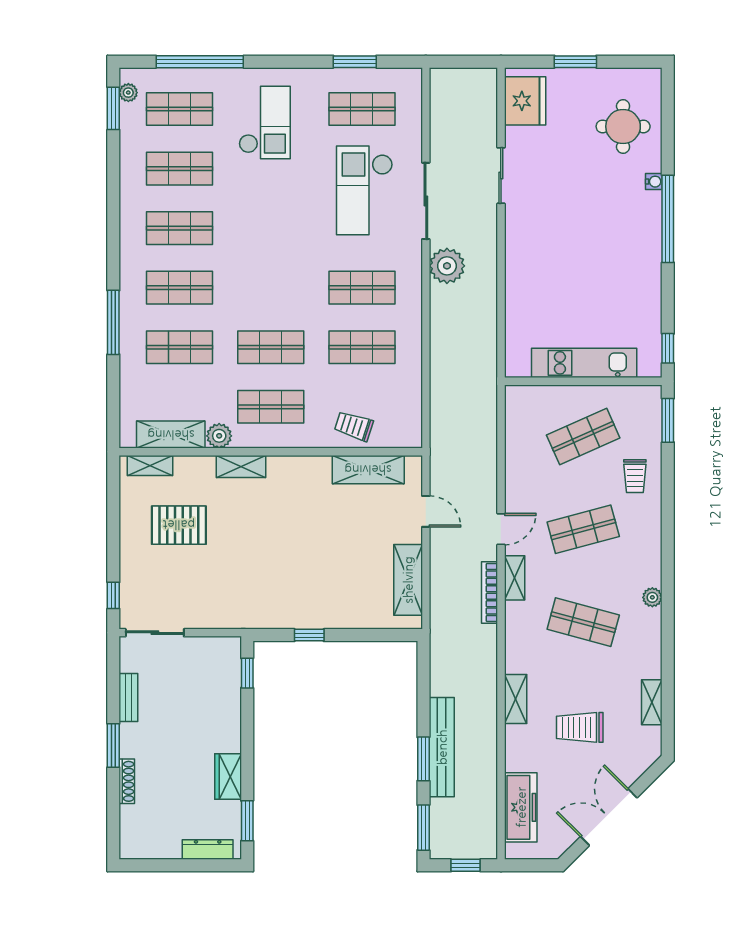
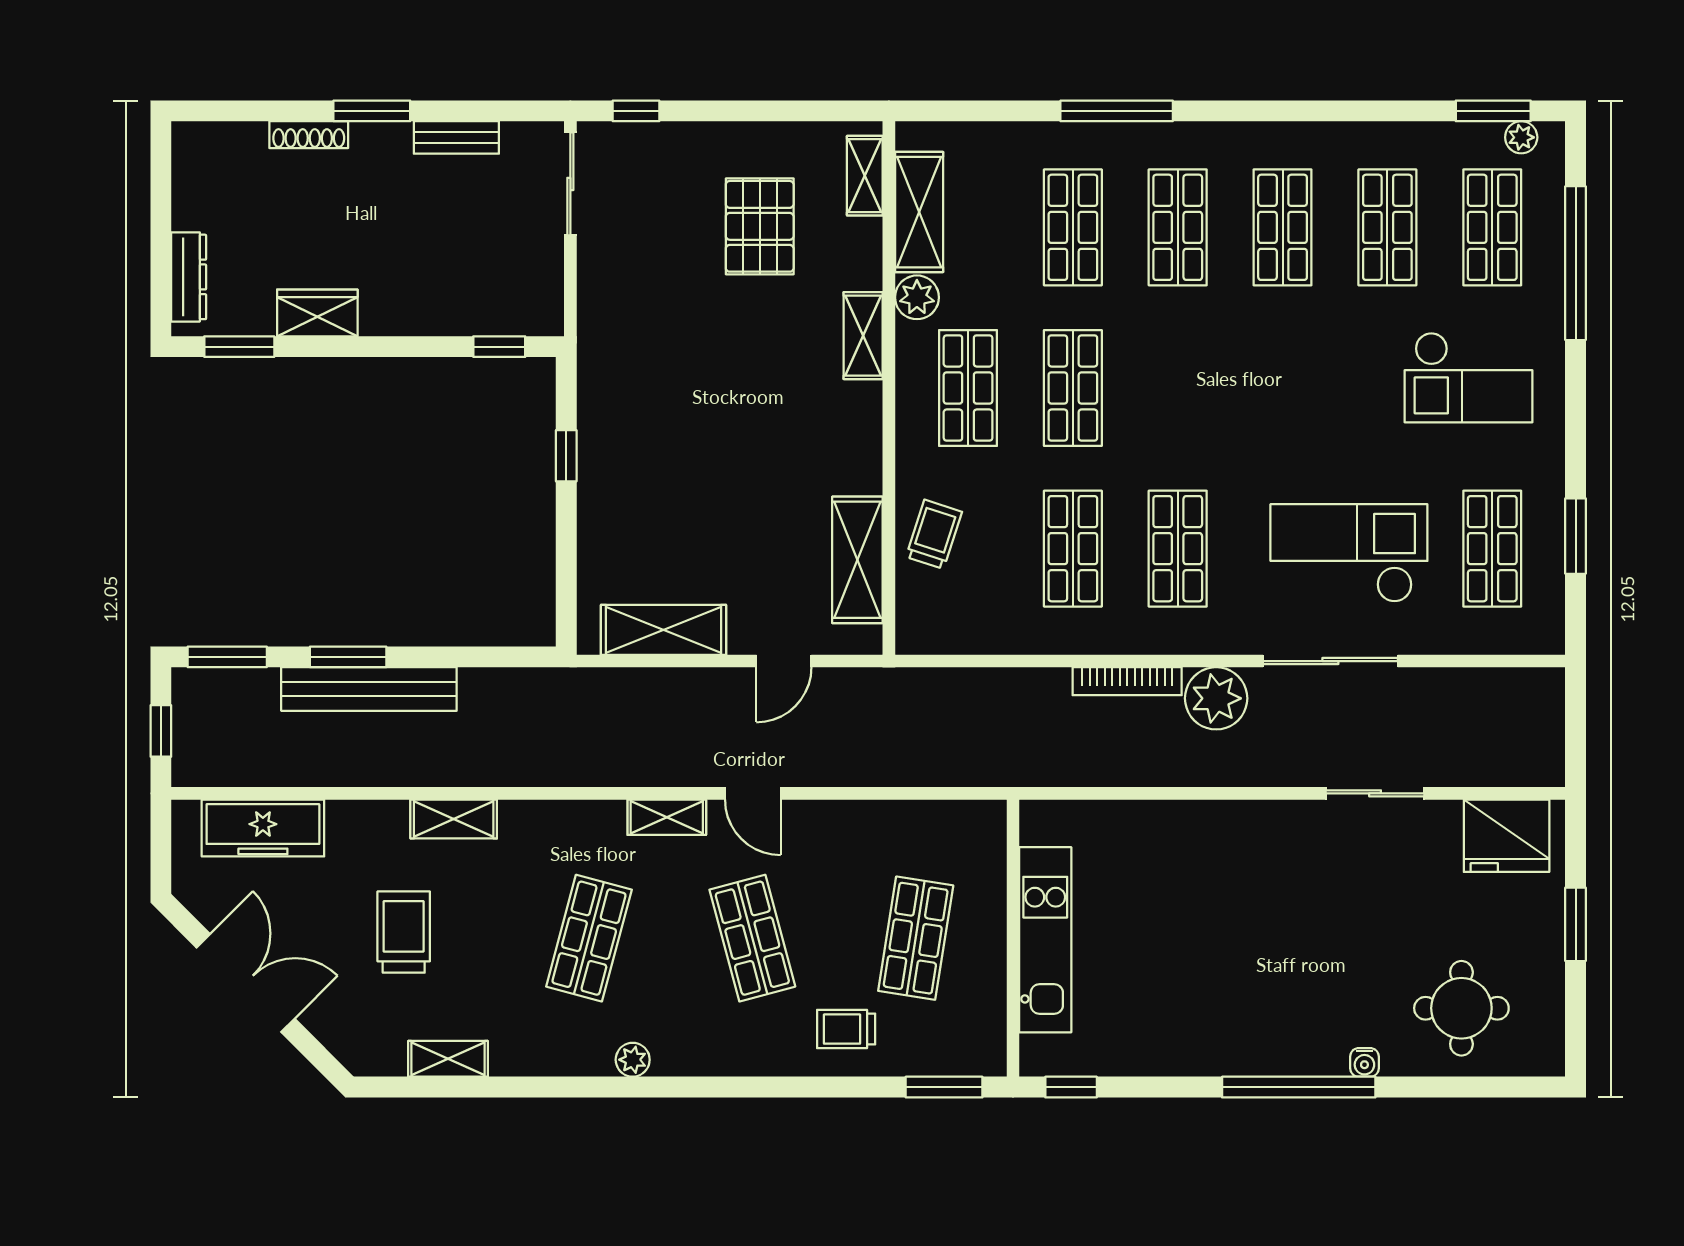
shop shelf: (583, 437) -> (916, 938), turned 33
bookcase: (490, 592) -> (1127, 681), moved, turned 180

